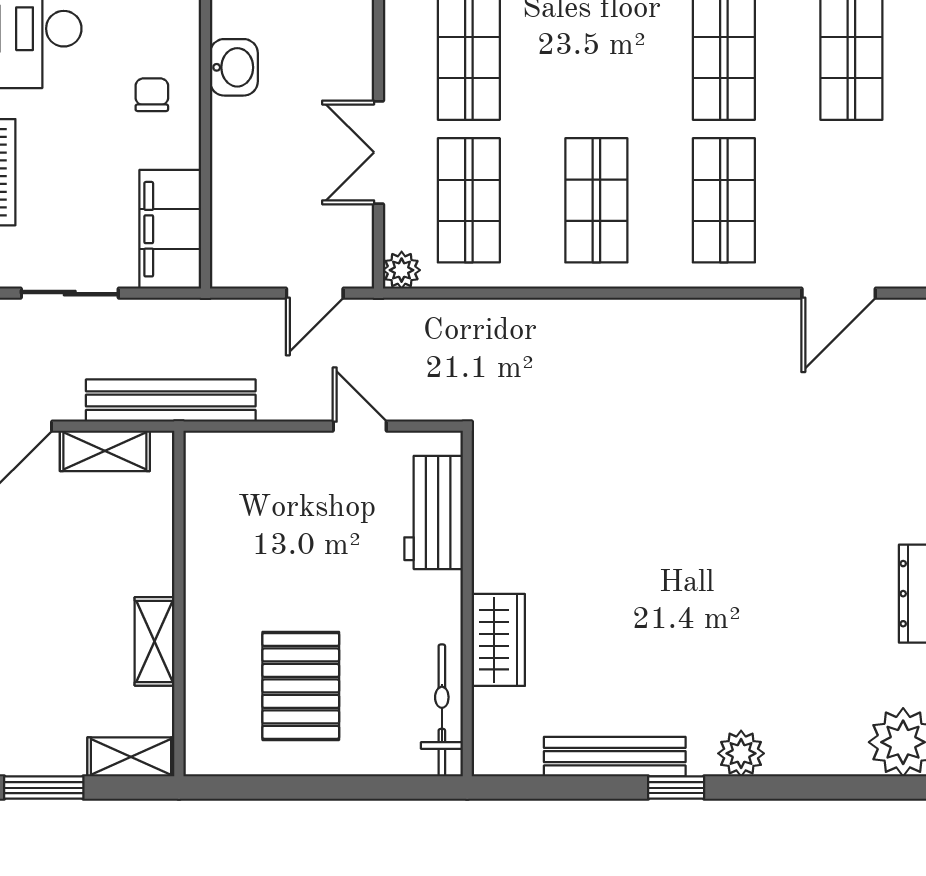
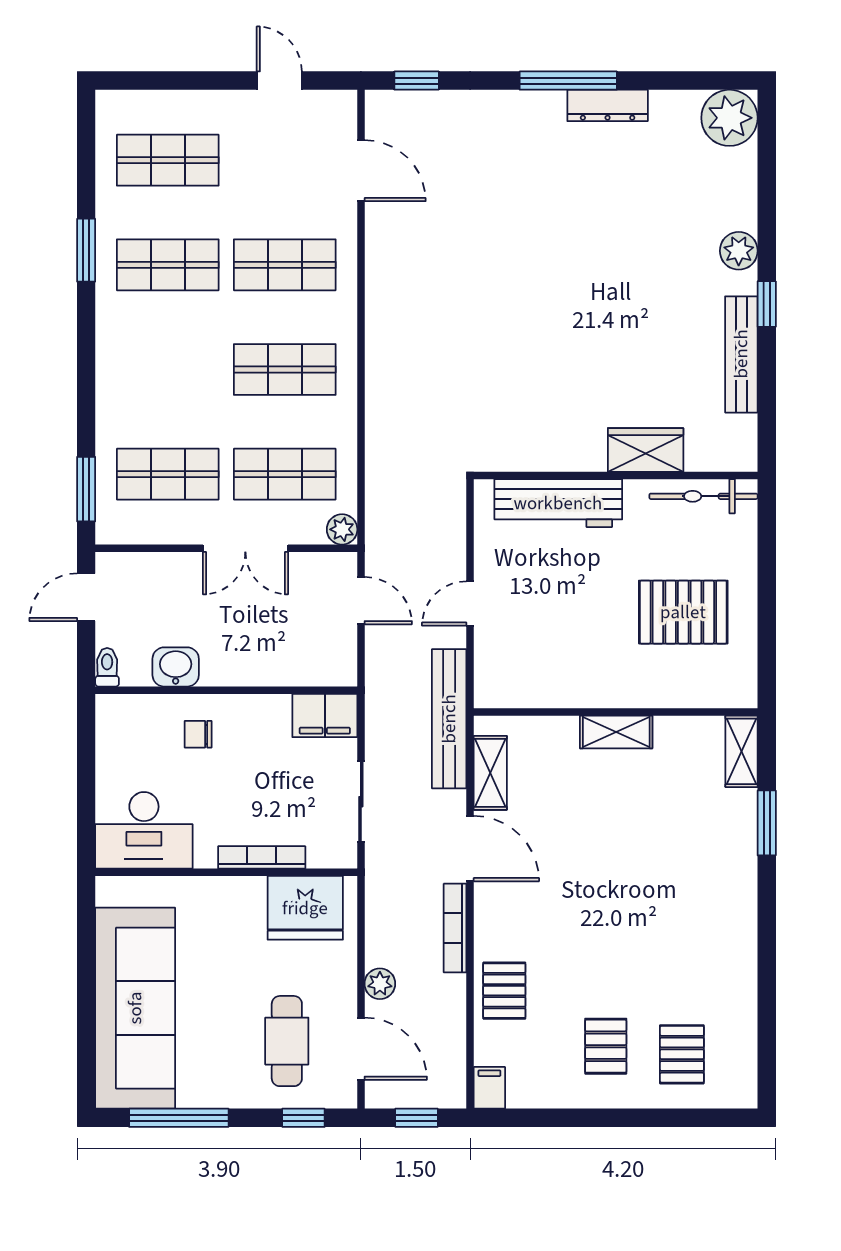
filing cabinet: (170, 229) -> (325, 716), width x0.67, depth x0.86
door: (360, 426) -> (470, 604), moved
workbench: (434, 512) -> (558, 503), width x1.38
shelving: (155, 641) -> (616, 732), moved

